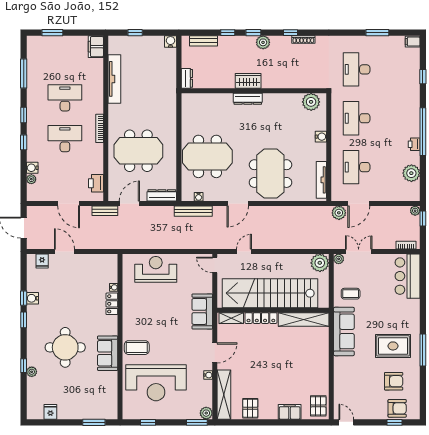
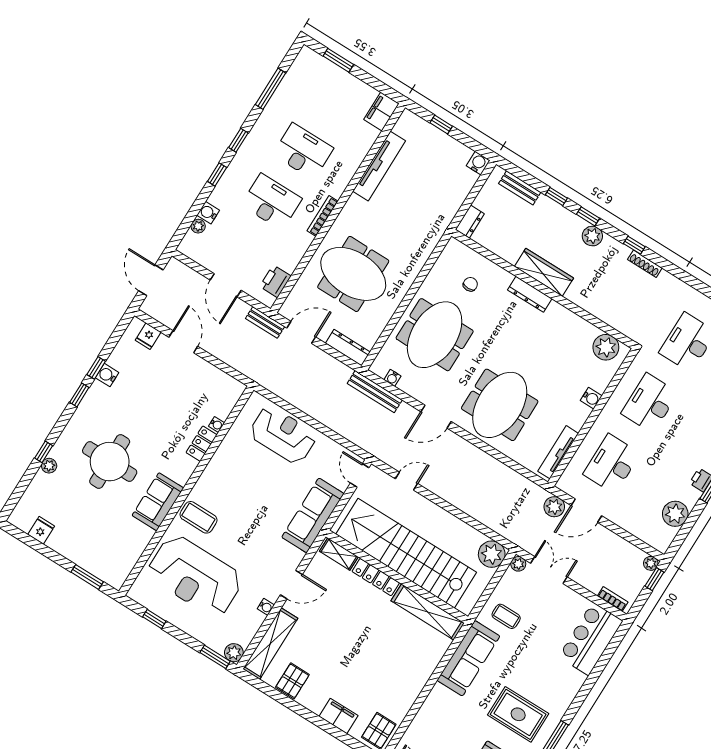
wardrobe: (248, 81) -> (544, 272), width x1.50
chair: (210, 114) -> (470, 284), added
meeting table: (207, 156) -> (435, 335), turned 90
sofa: (202, 311) -> (313, 515), width x1.36

